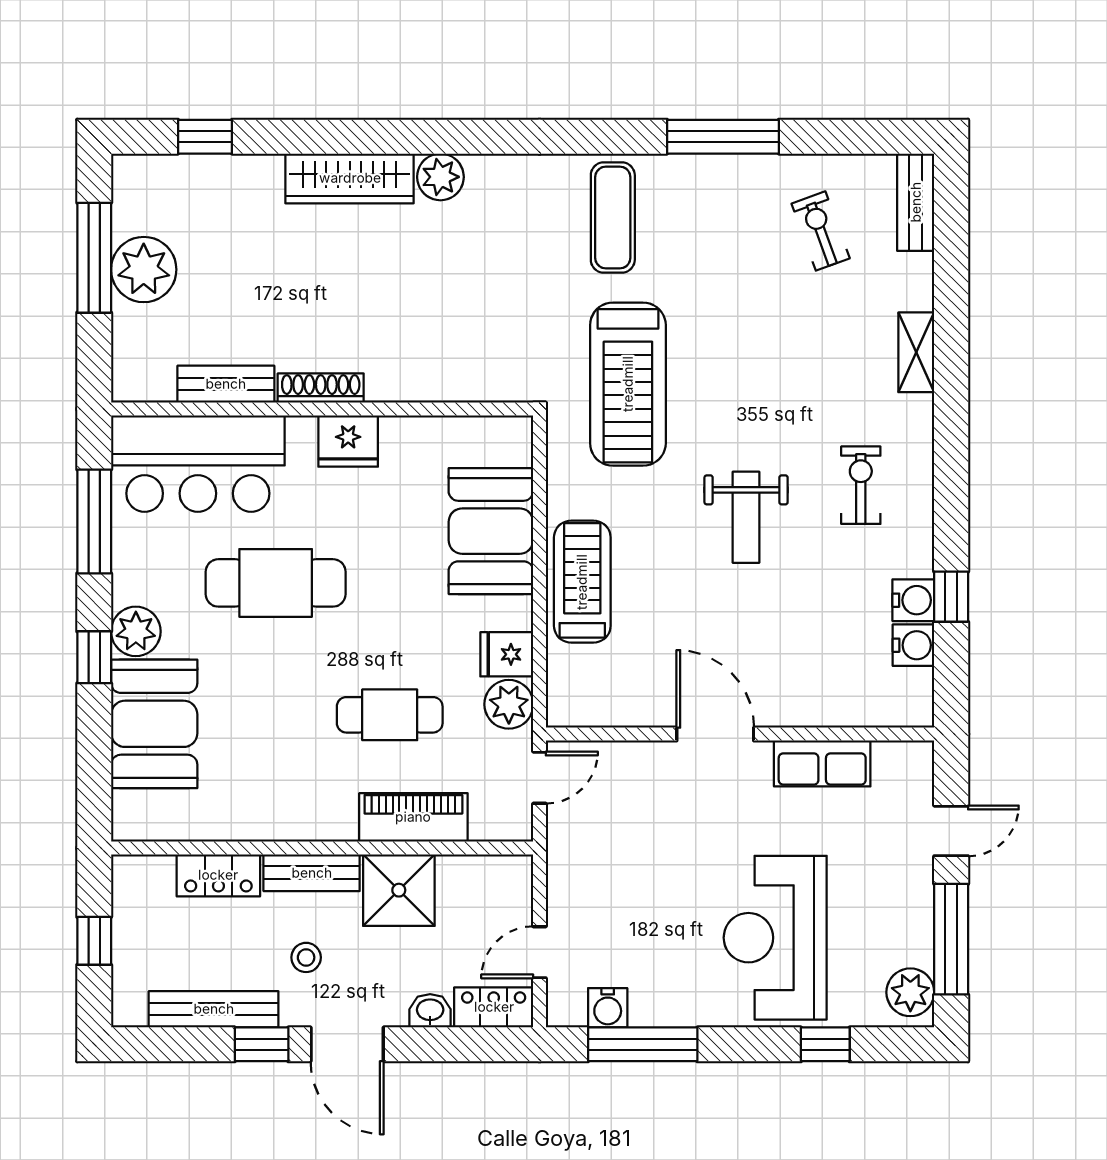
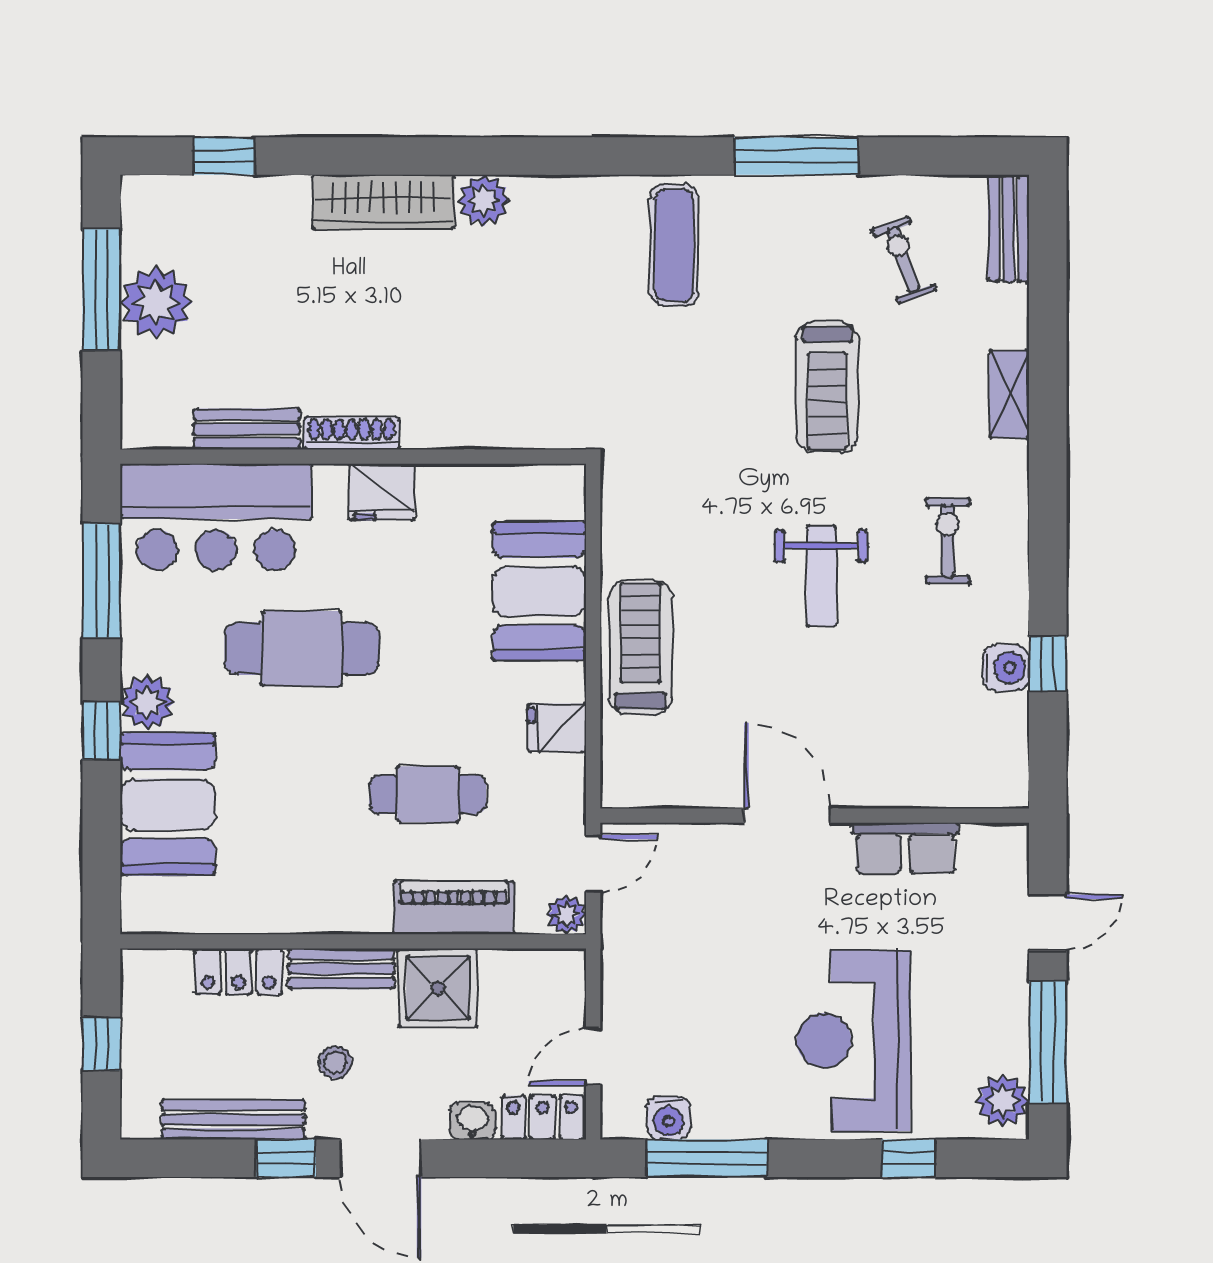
treadmill: (628, 384) -> (827, 387), moved, width x0.73, depth x0.73
water cooler: (913, 645) -> (1006, 717), removed
plant: (509, 704) -> (567, 915), moved, width x0.73, depth x0.73

